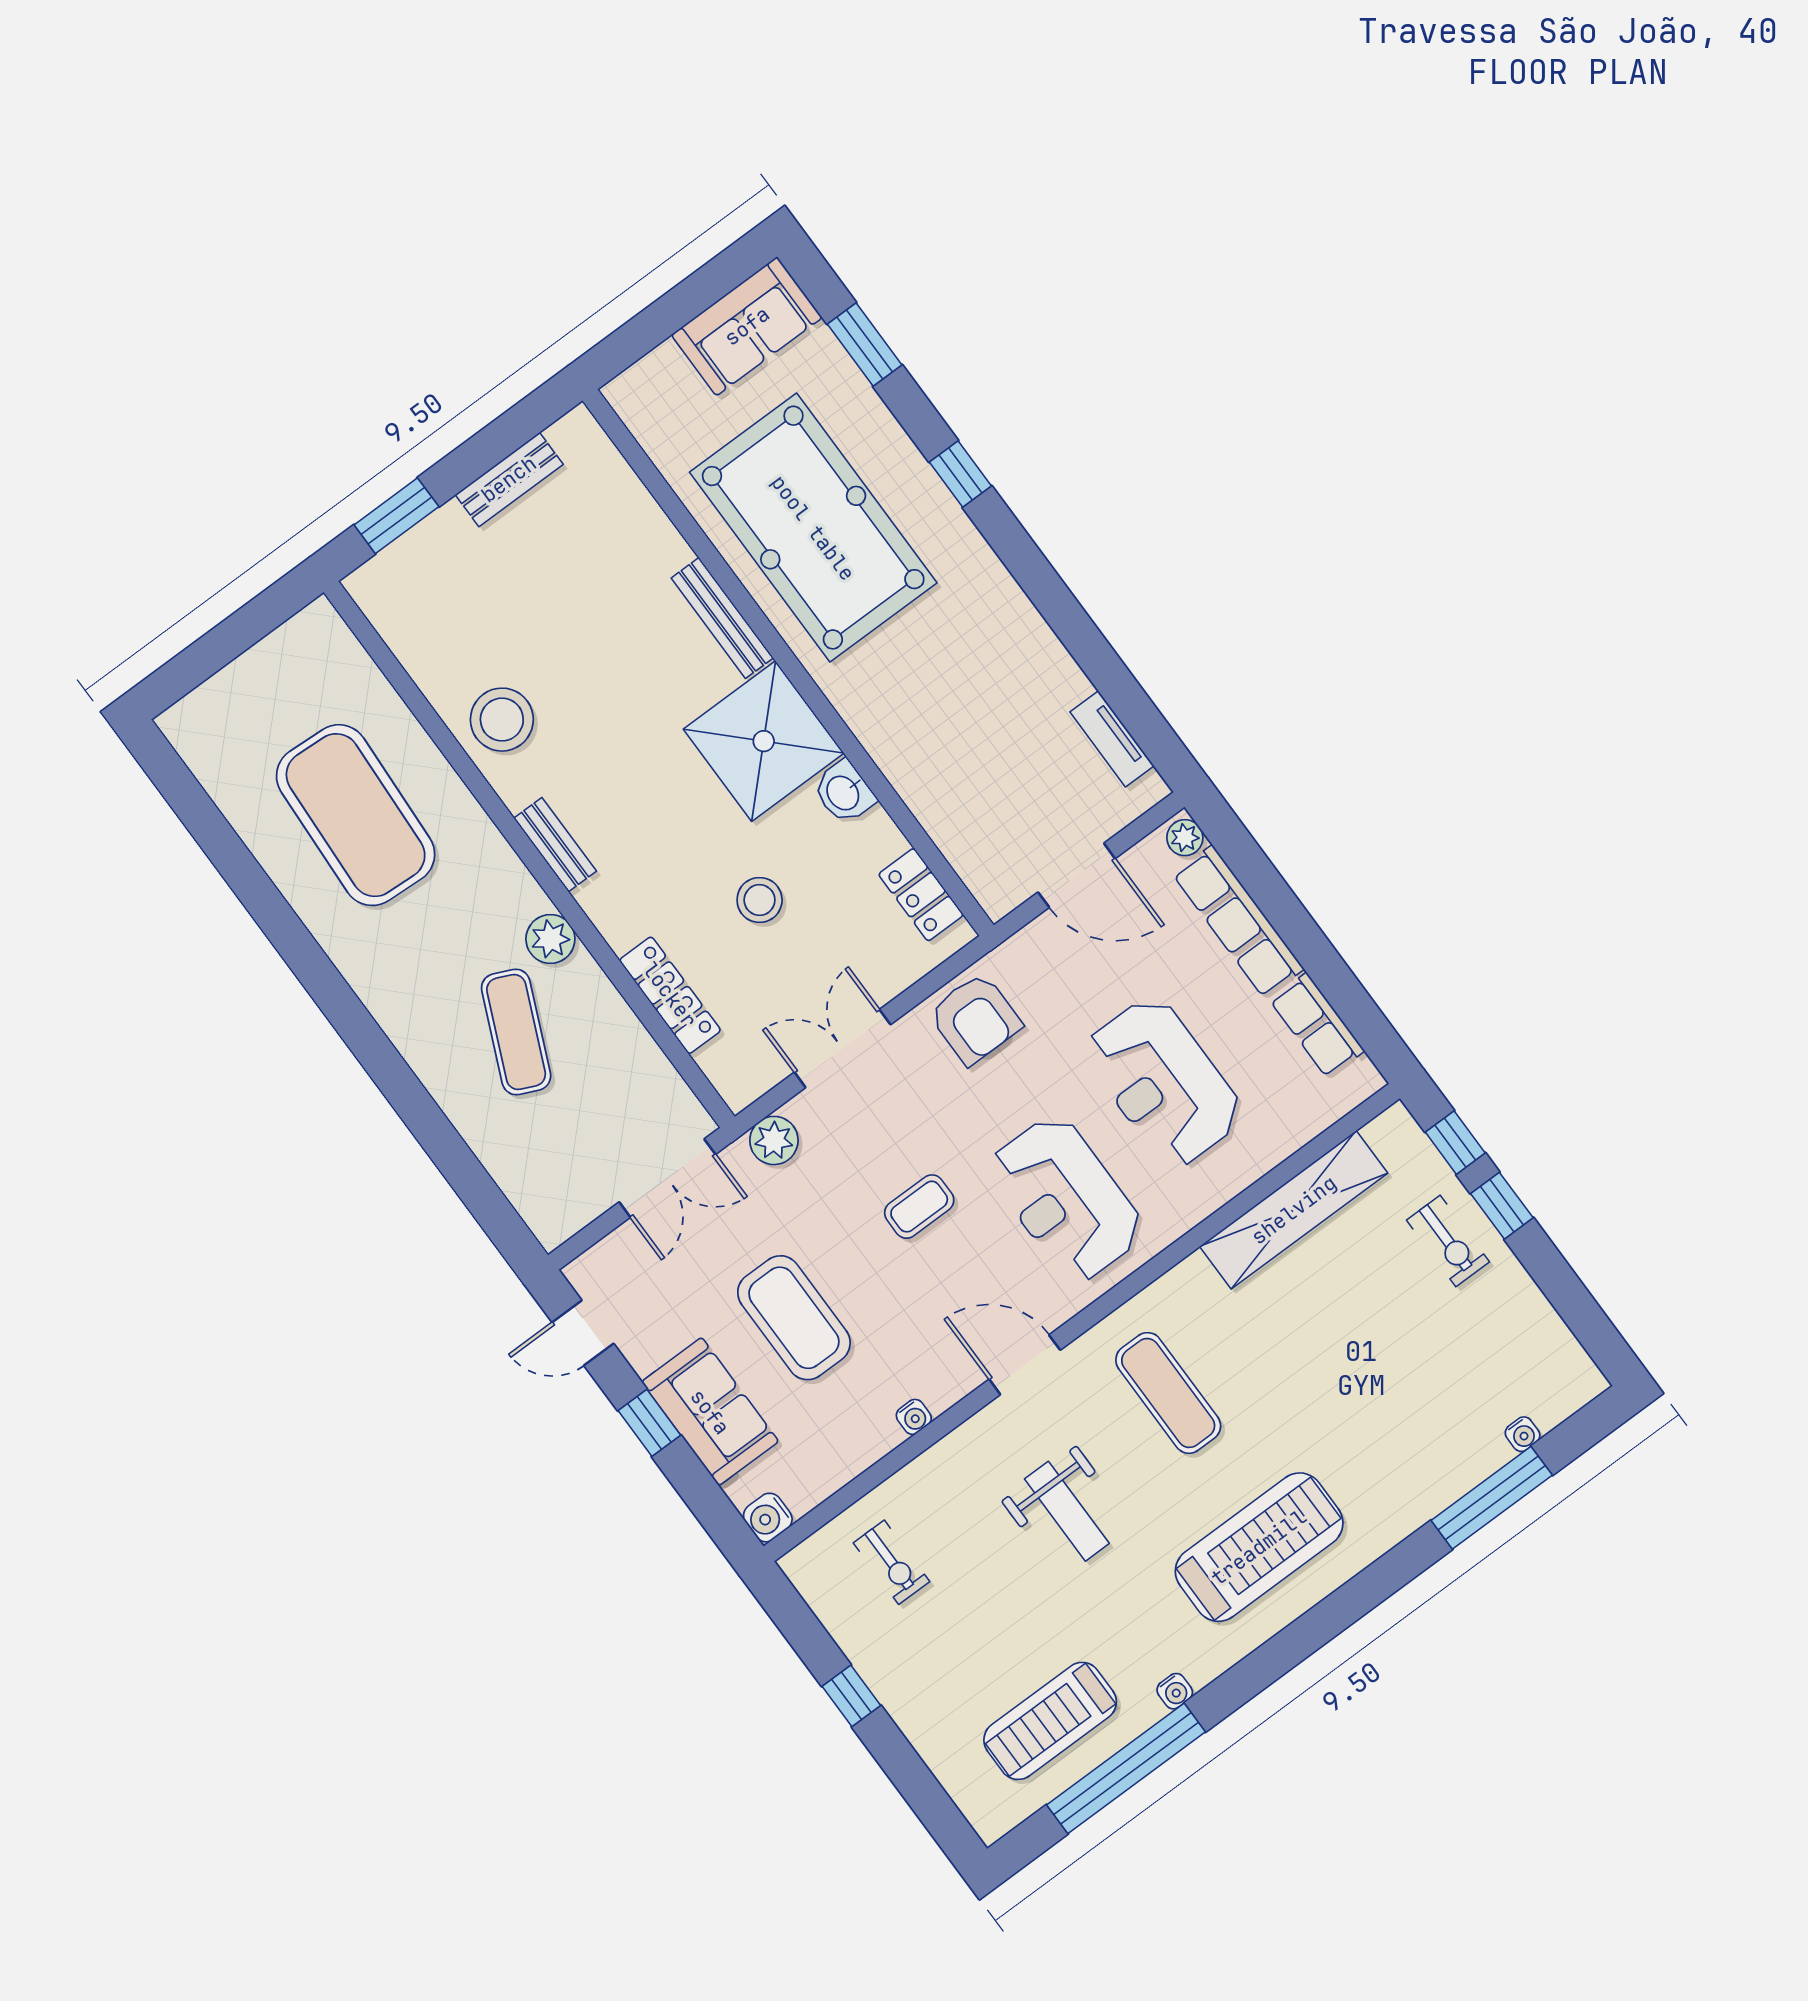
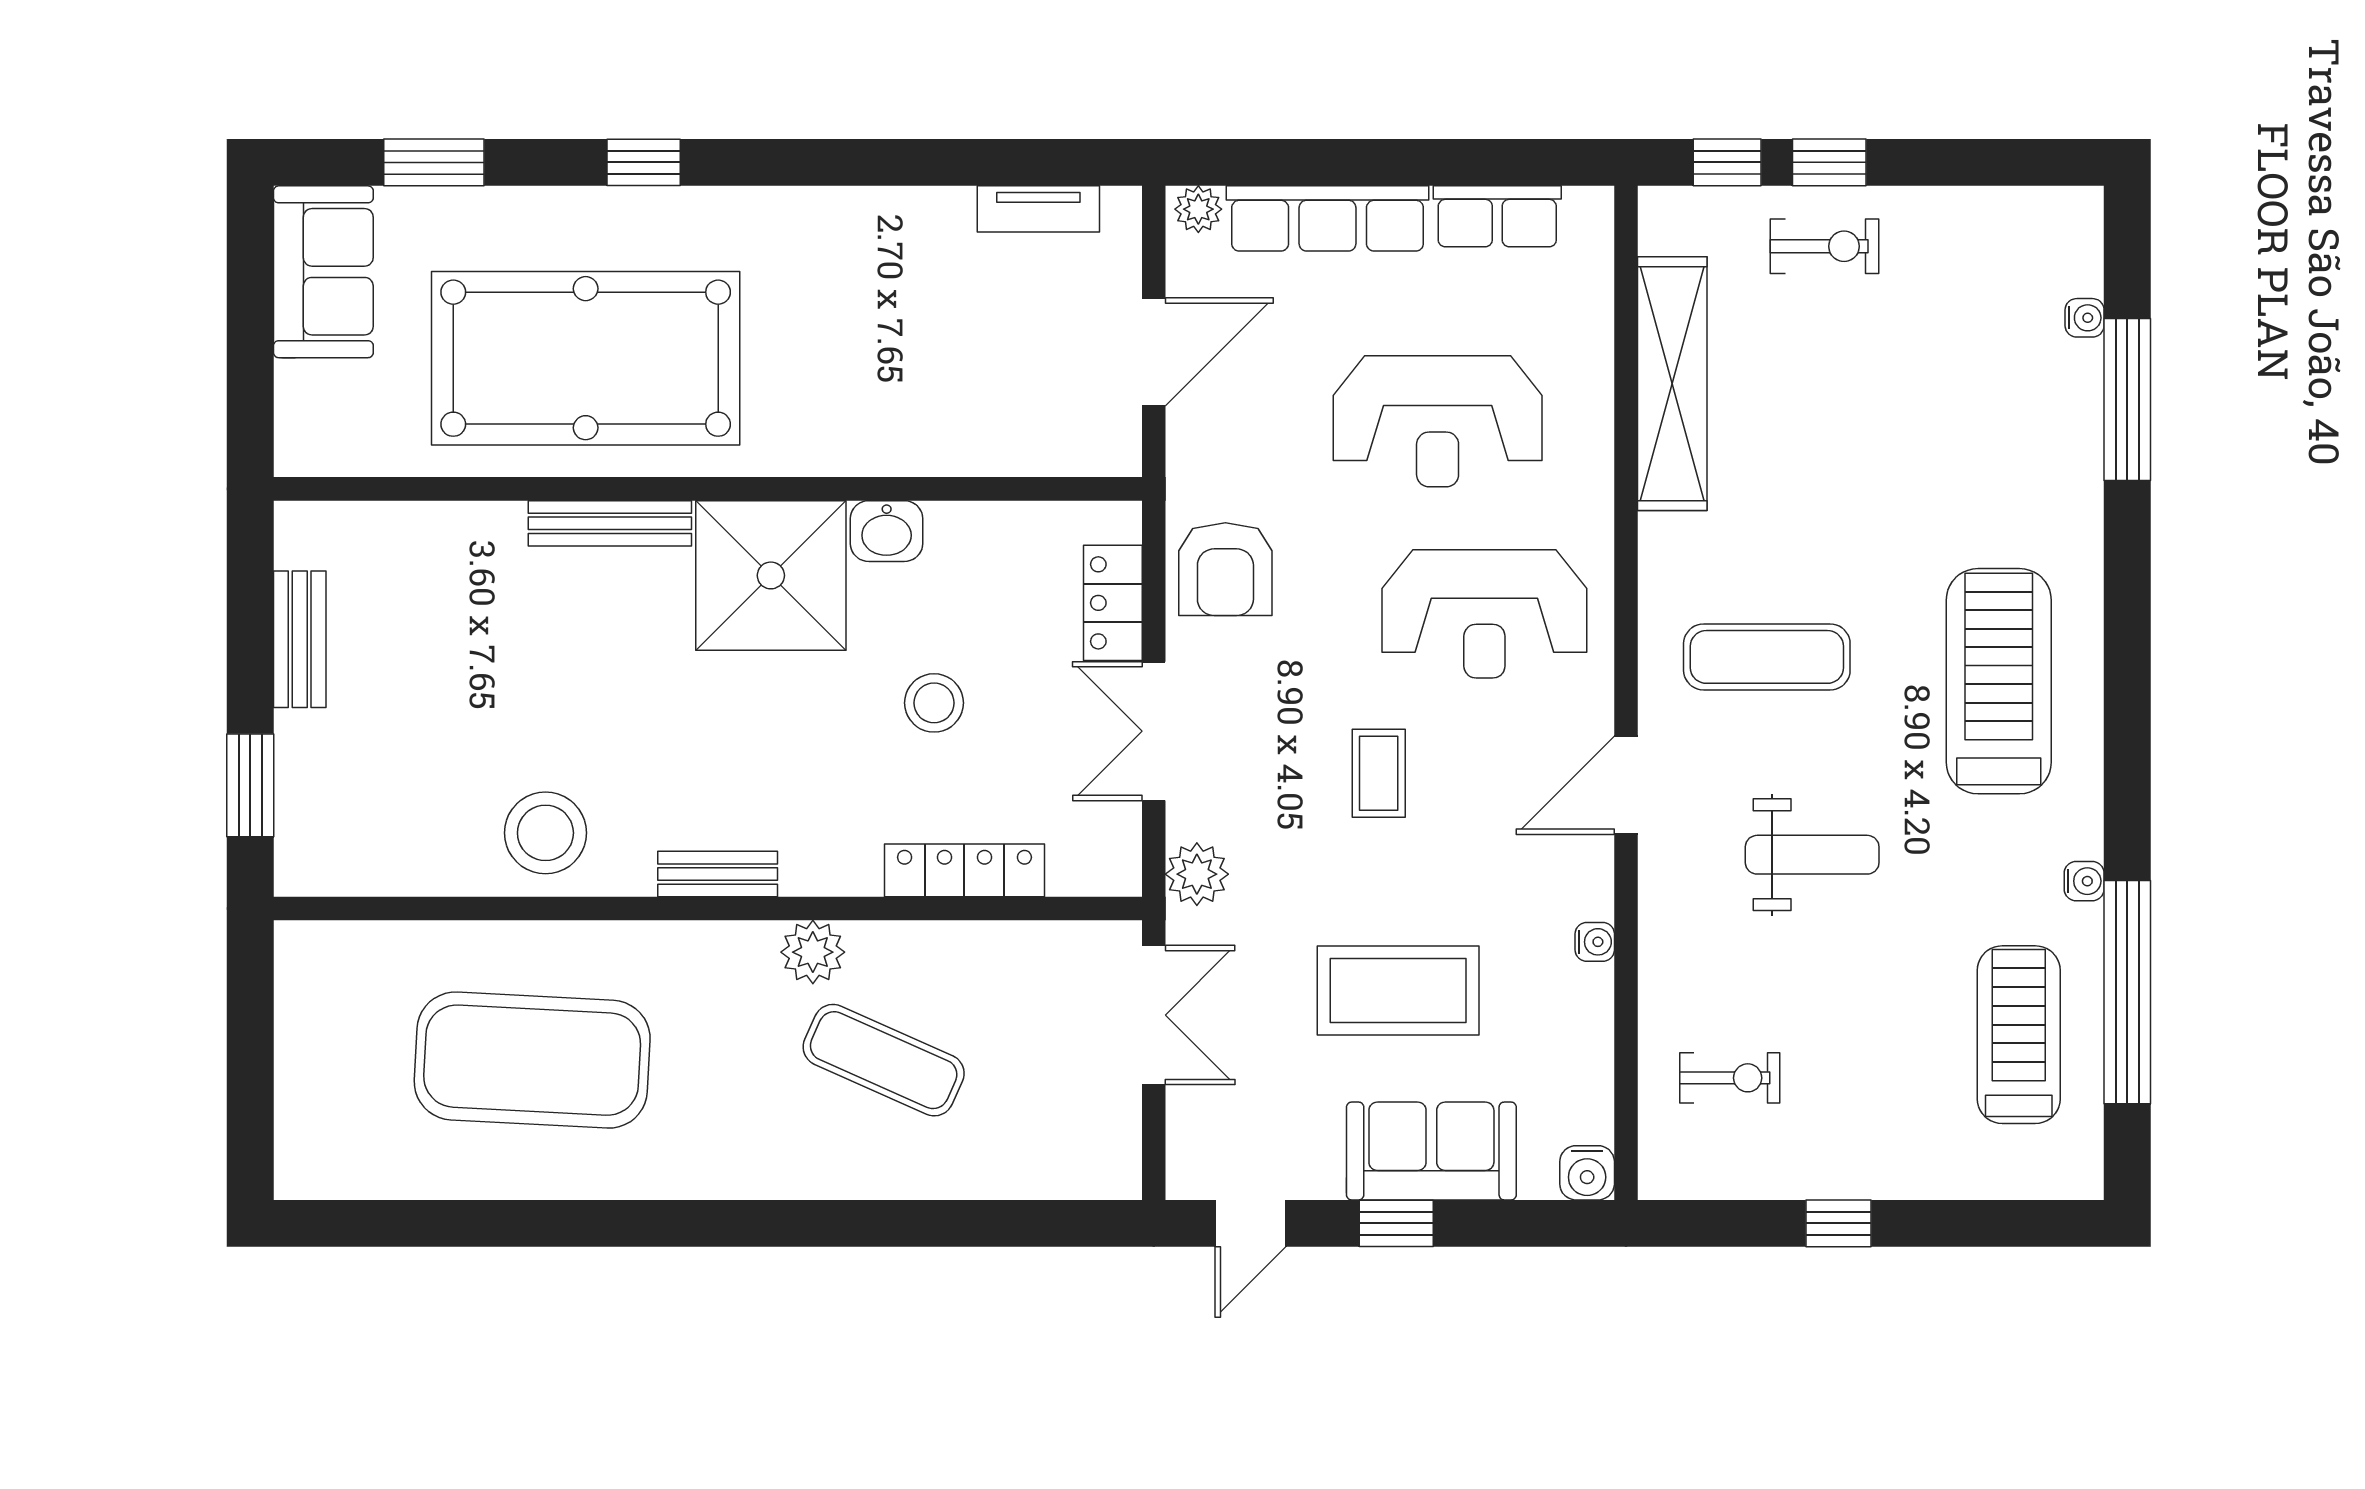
locker: (921, 895) -> (1113, 603), moved, turned 90
armchair: (975, 1019) -> (1225, 569), turned 90
treadmill: (1050, 1721) -> (2019, 1035), turned 180

